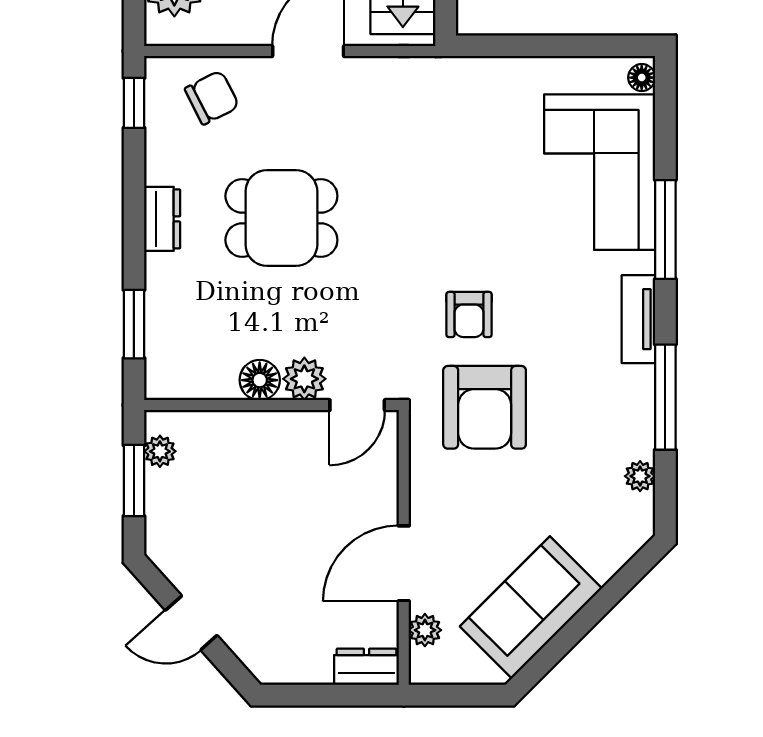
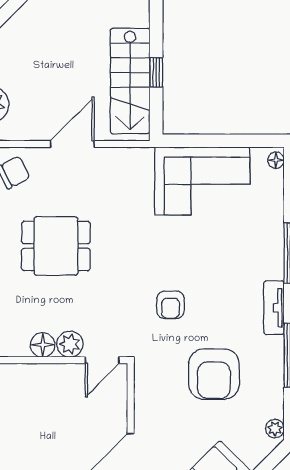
corner sofa: (600, 172) -> (202, 181), moved, turned -90
armchair: (485, 407) -> (214, 374), moved
plant: (640, 476) -> (275, 429), moved

